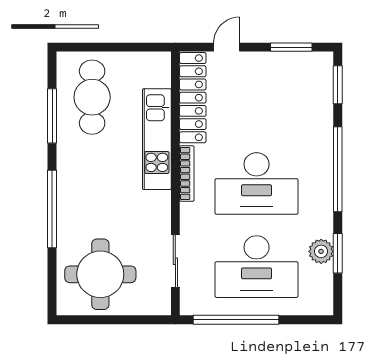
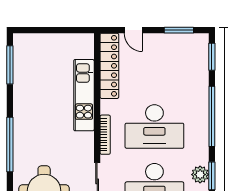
door: (227, 47) -> (133, 30), swing flipped
cafe table: (92, 97) -> (38, 65), removed
window: (52, 116) -> (10, 65), moved
bookcase: (187, 173) -> (105, 135), moved

